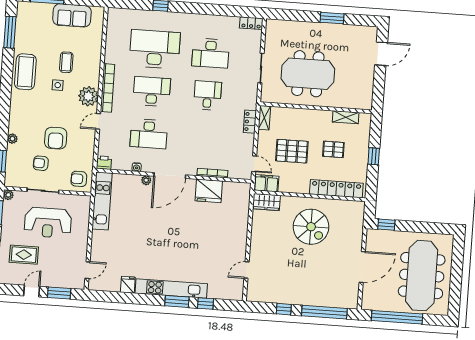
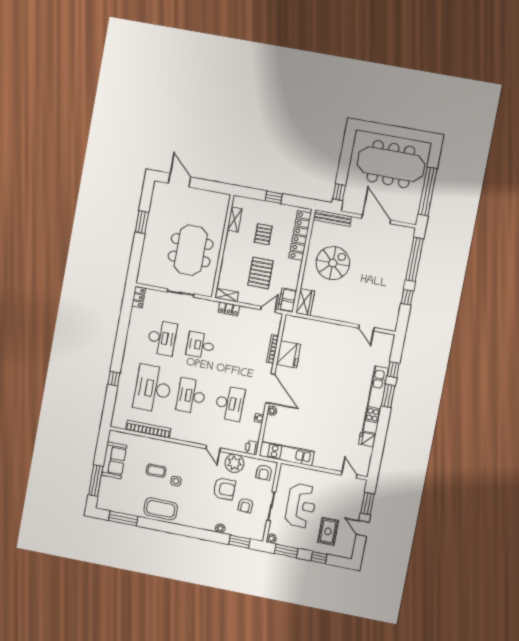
bookcase: (108, 88) -> (148, 429), moved
plant: (88, 96) -> (234, 463), moved
bench: (358, 221) -> (332, 218), added

